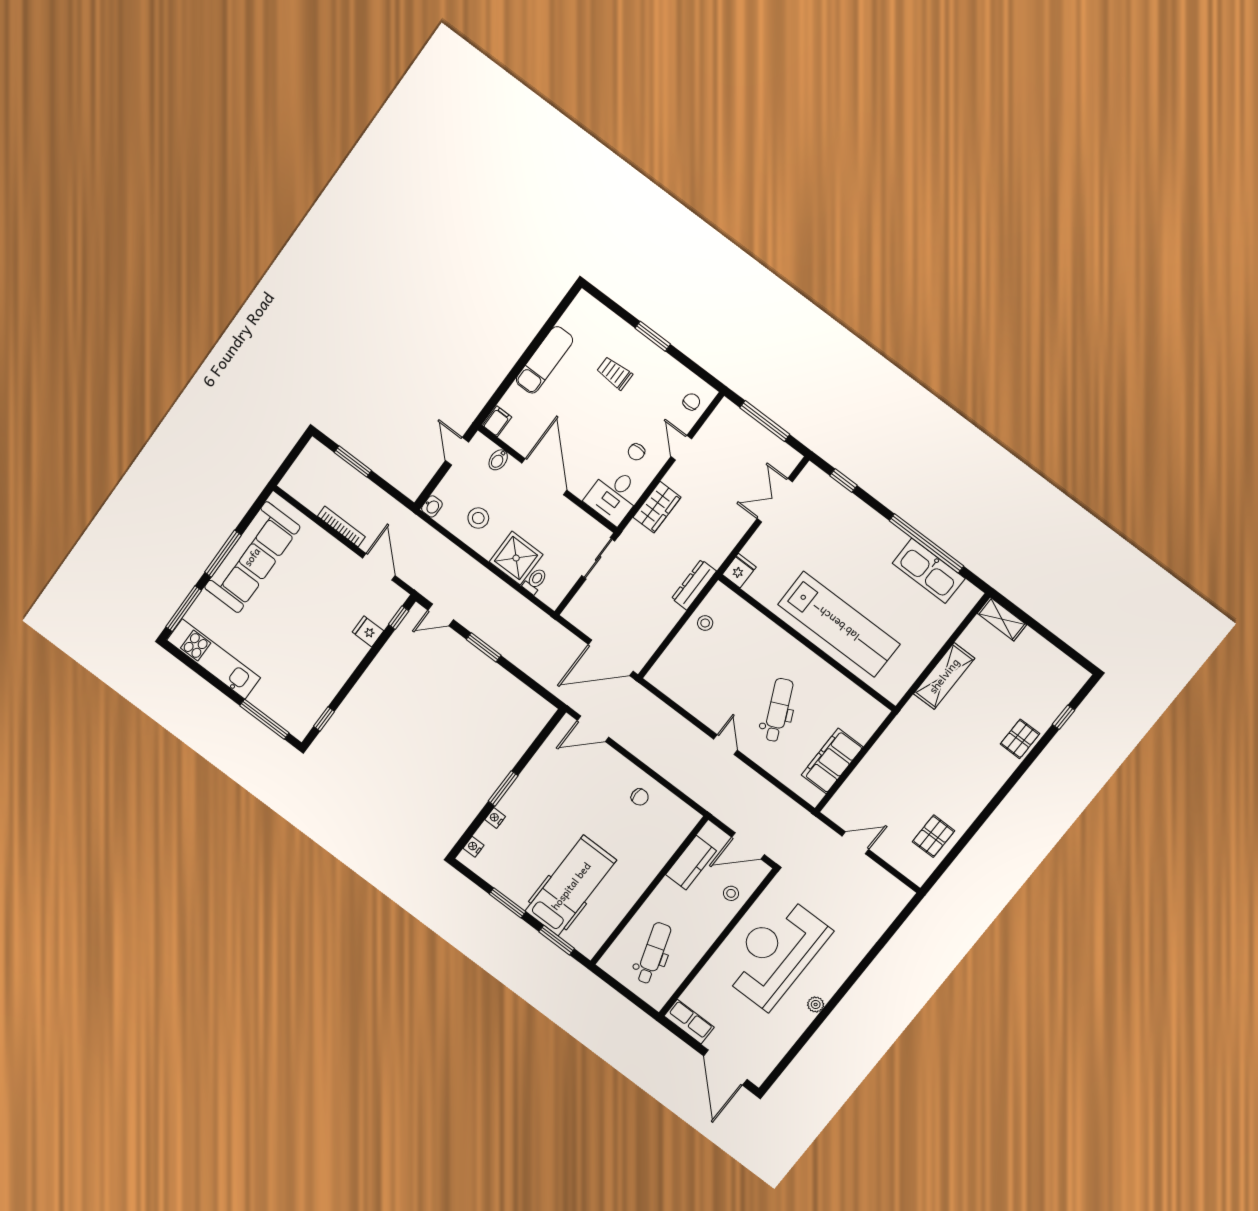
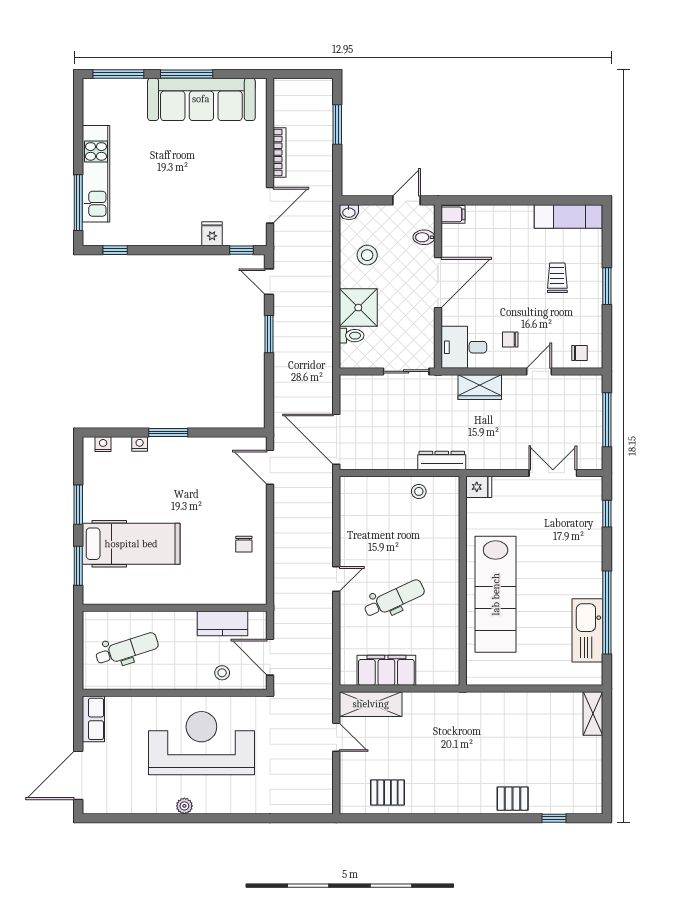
exam couch: (544, 360) -> (568, 216), moved
kitchen unit: (214, 659) -> (96, 174), moved
shelving: (944, 676) -> (371, 704), moved

